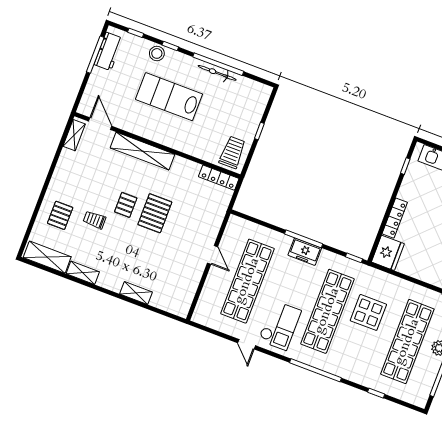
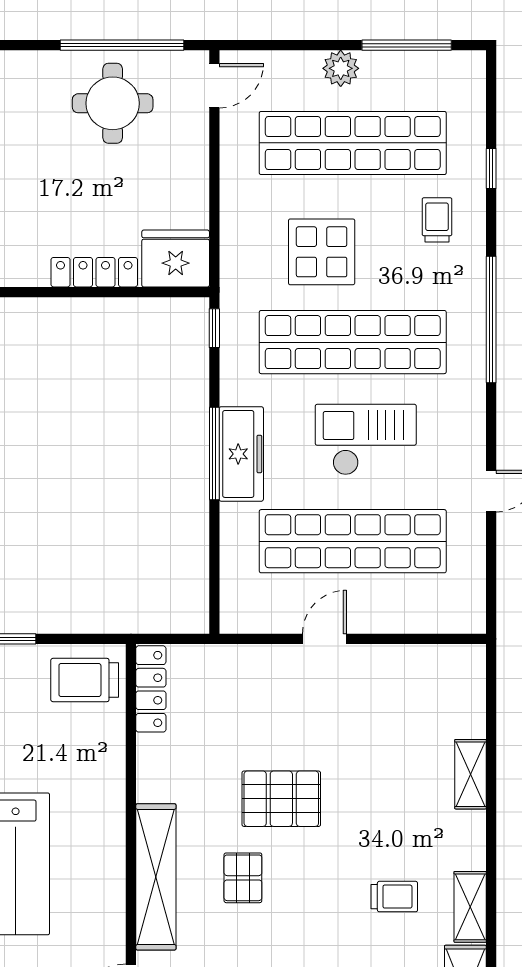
pallet: (126, 205) -> (243, 878), moved, turned 90
trolley: (94, 220) -> (394, 897), moved, turned -90
freezer: (305, 252) -> (241, 454), width x1.40
checkout: (280, 325) -> (366, 440), moved
trolley: (364, 364) -> (437, 220), added

